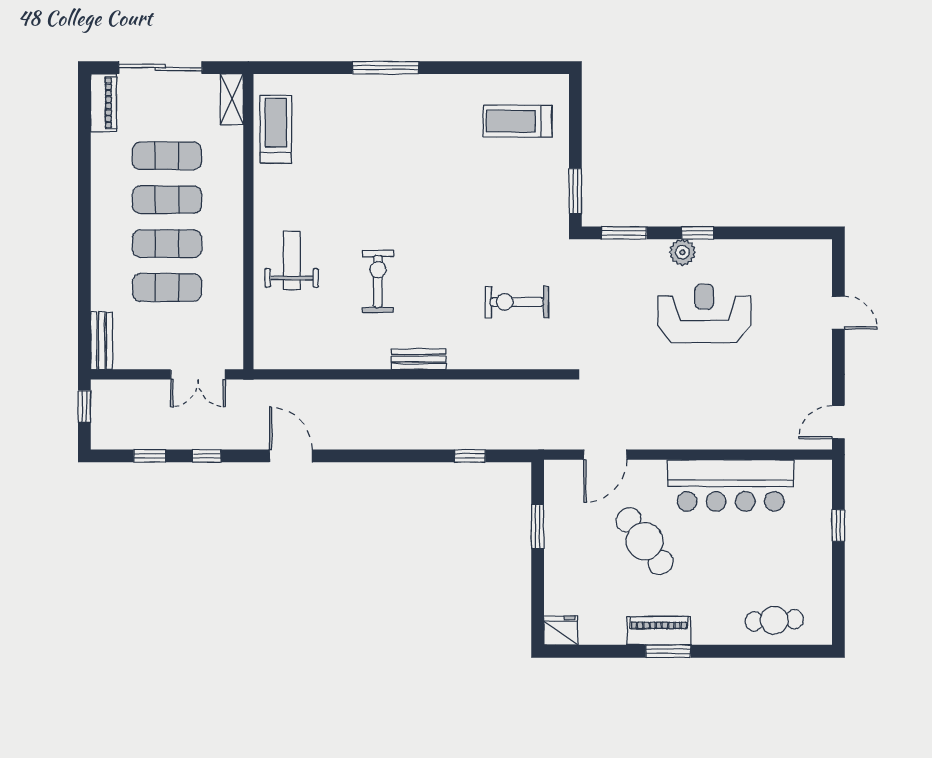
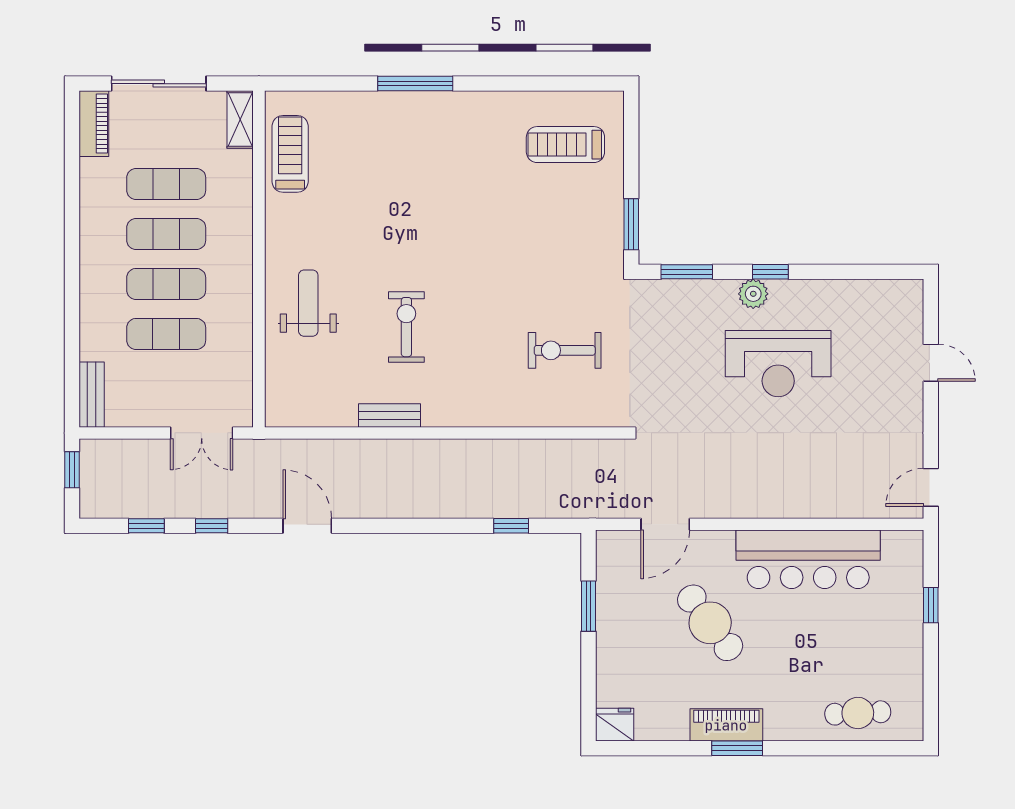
reception desk: (704, 314) -> (778, 364), turned 180
bench: (419, 359) -> (390, 415), moved

